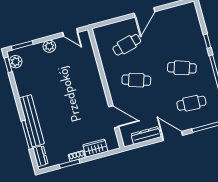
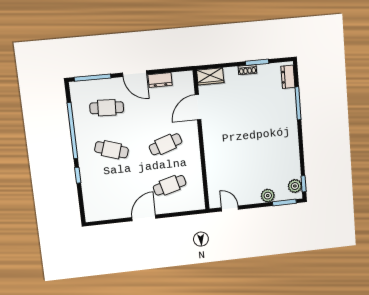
plant: (49, 46) -> (268, 196), moved
cafe table: (136, 80) -> (166, 144), turned -36
door: (114, 117) -> (198, 107), hinge flipped
bench: (32, 121) -> (290, 118), removed
dresser: (146, 136) -> (160, 80), width x0.70
wardrobe: (95, 148) -> (210, 76), moved

